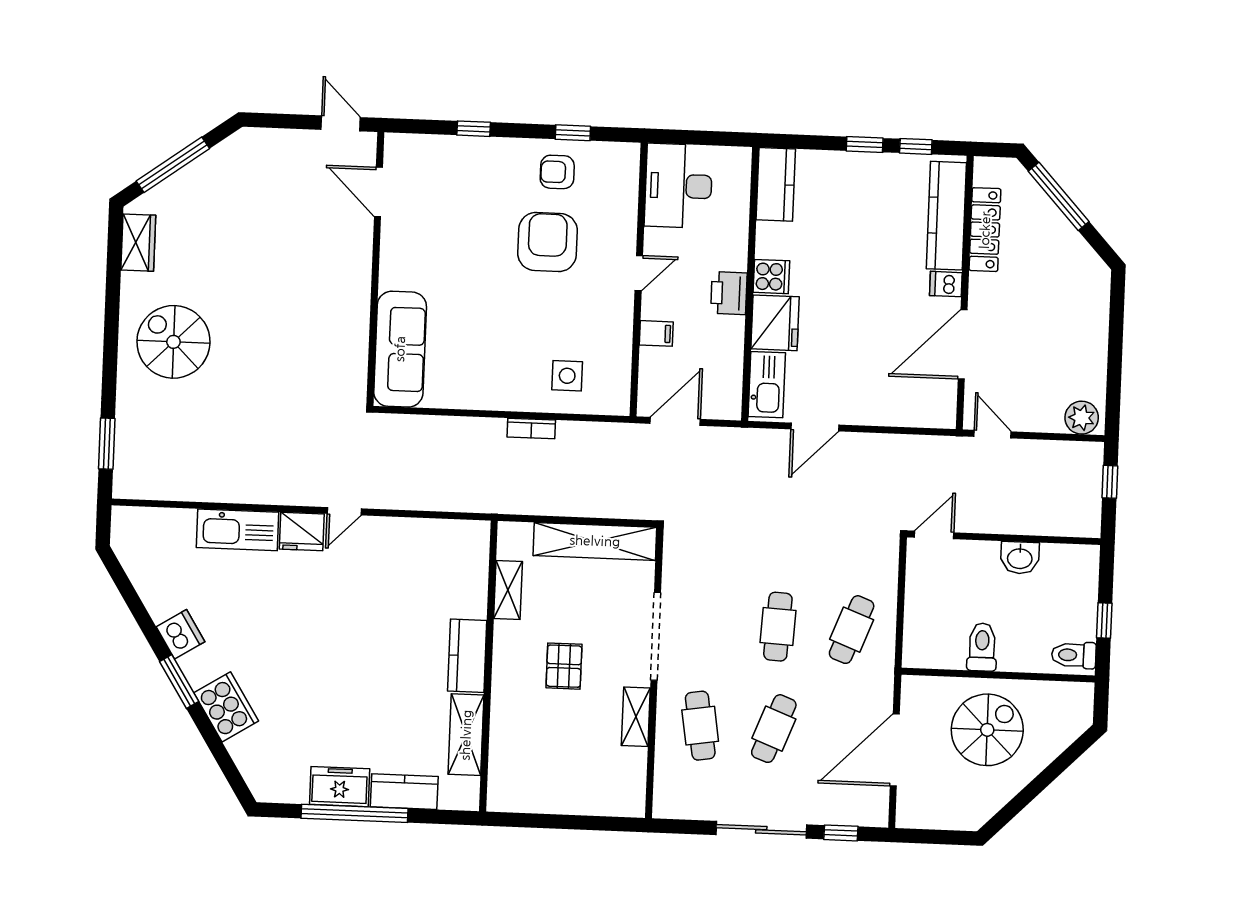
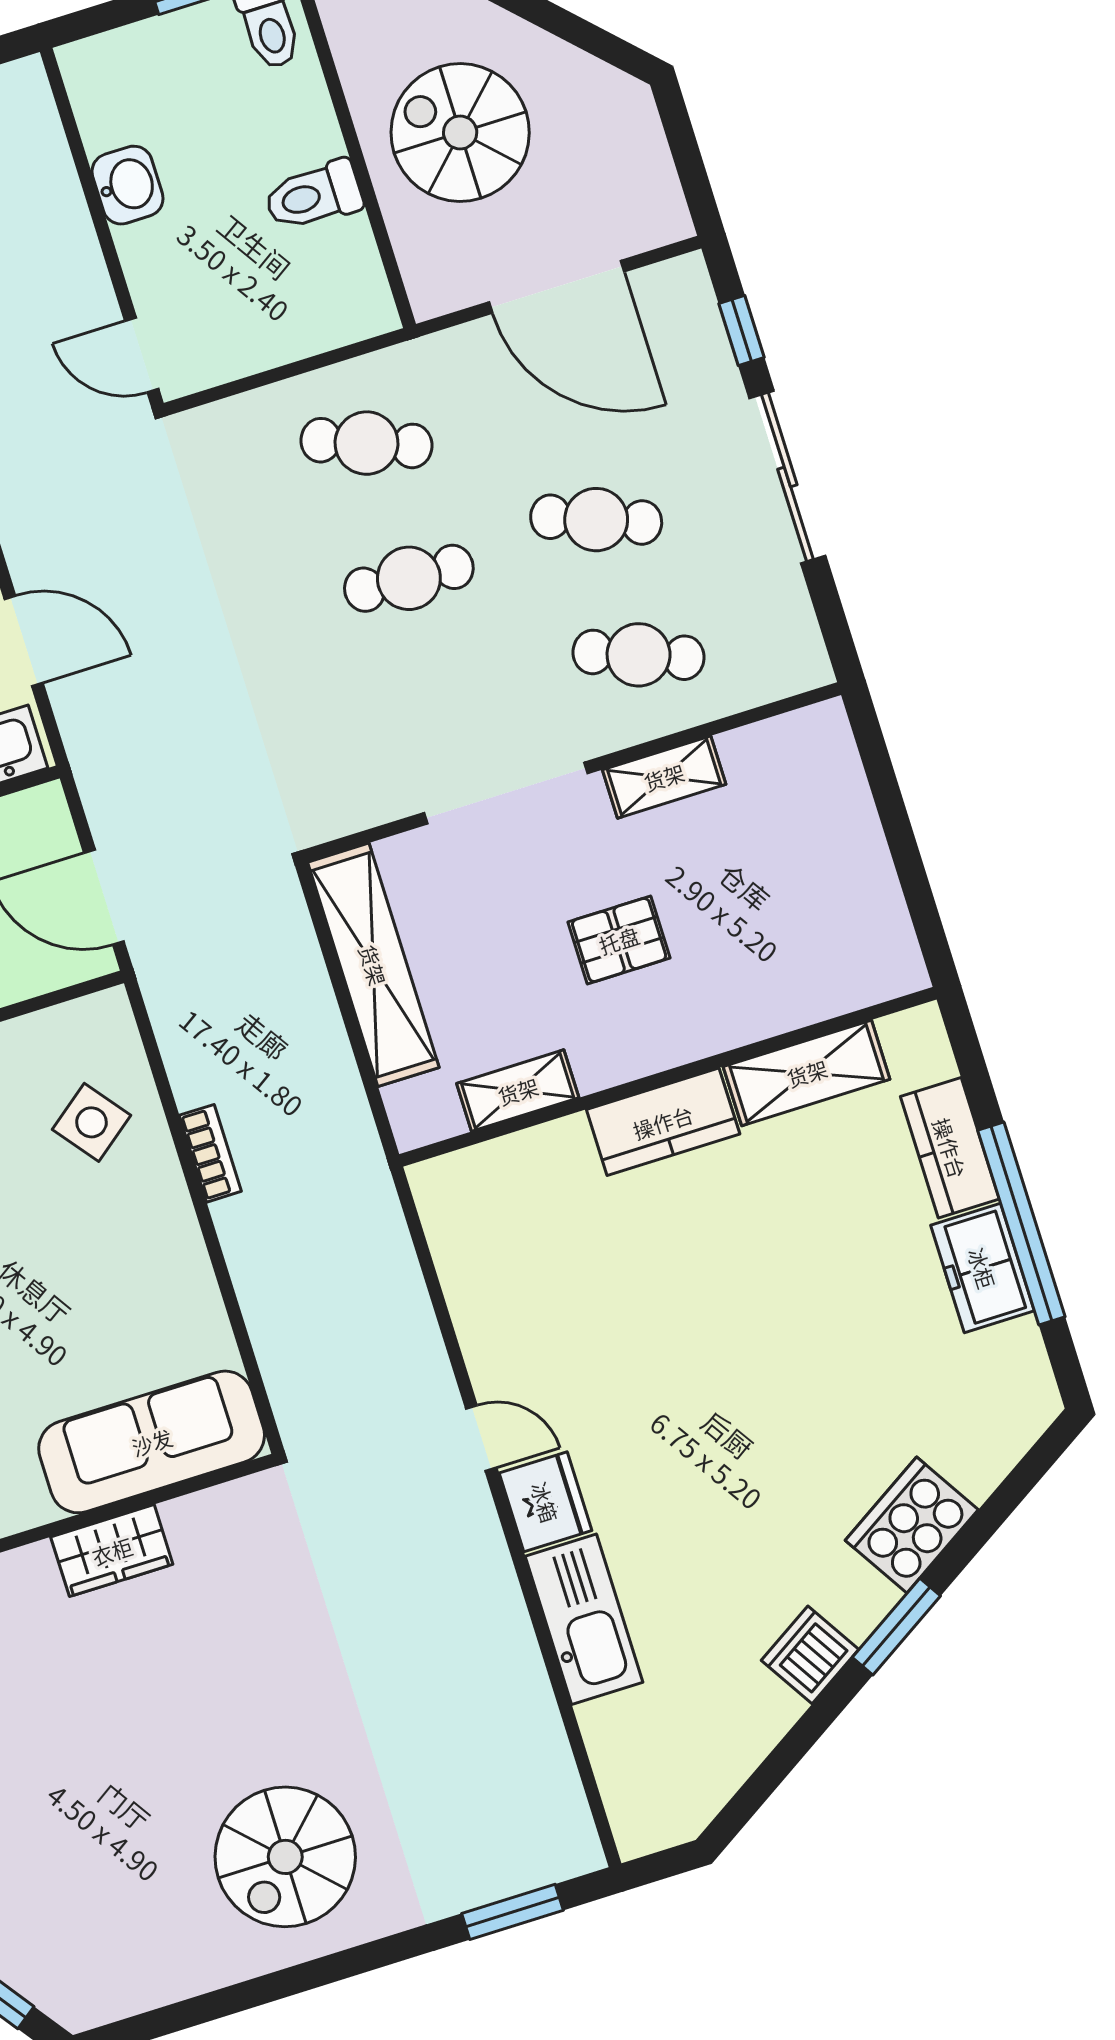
wardrobe: (138, 243) -> (112, 1551), moved, turned 180
side table: (567, 376) -> (91, 1122), turned -38
cafe table: (700, 726) -> (639, 655), turned 30

